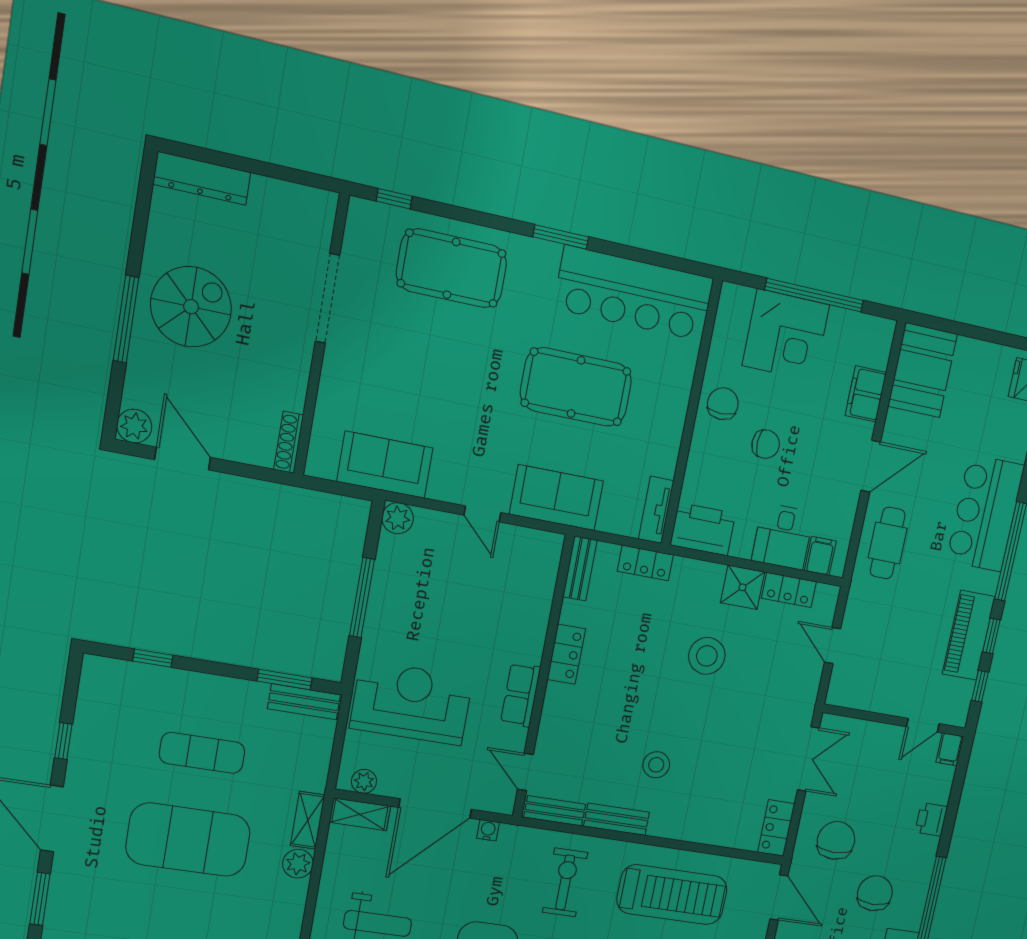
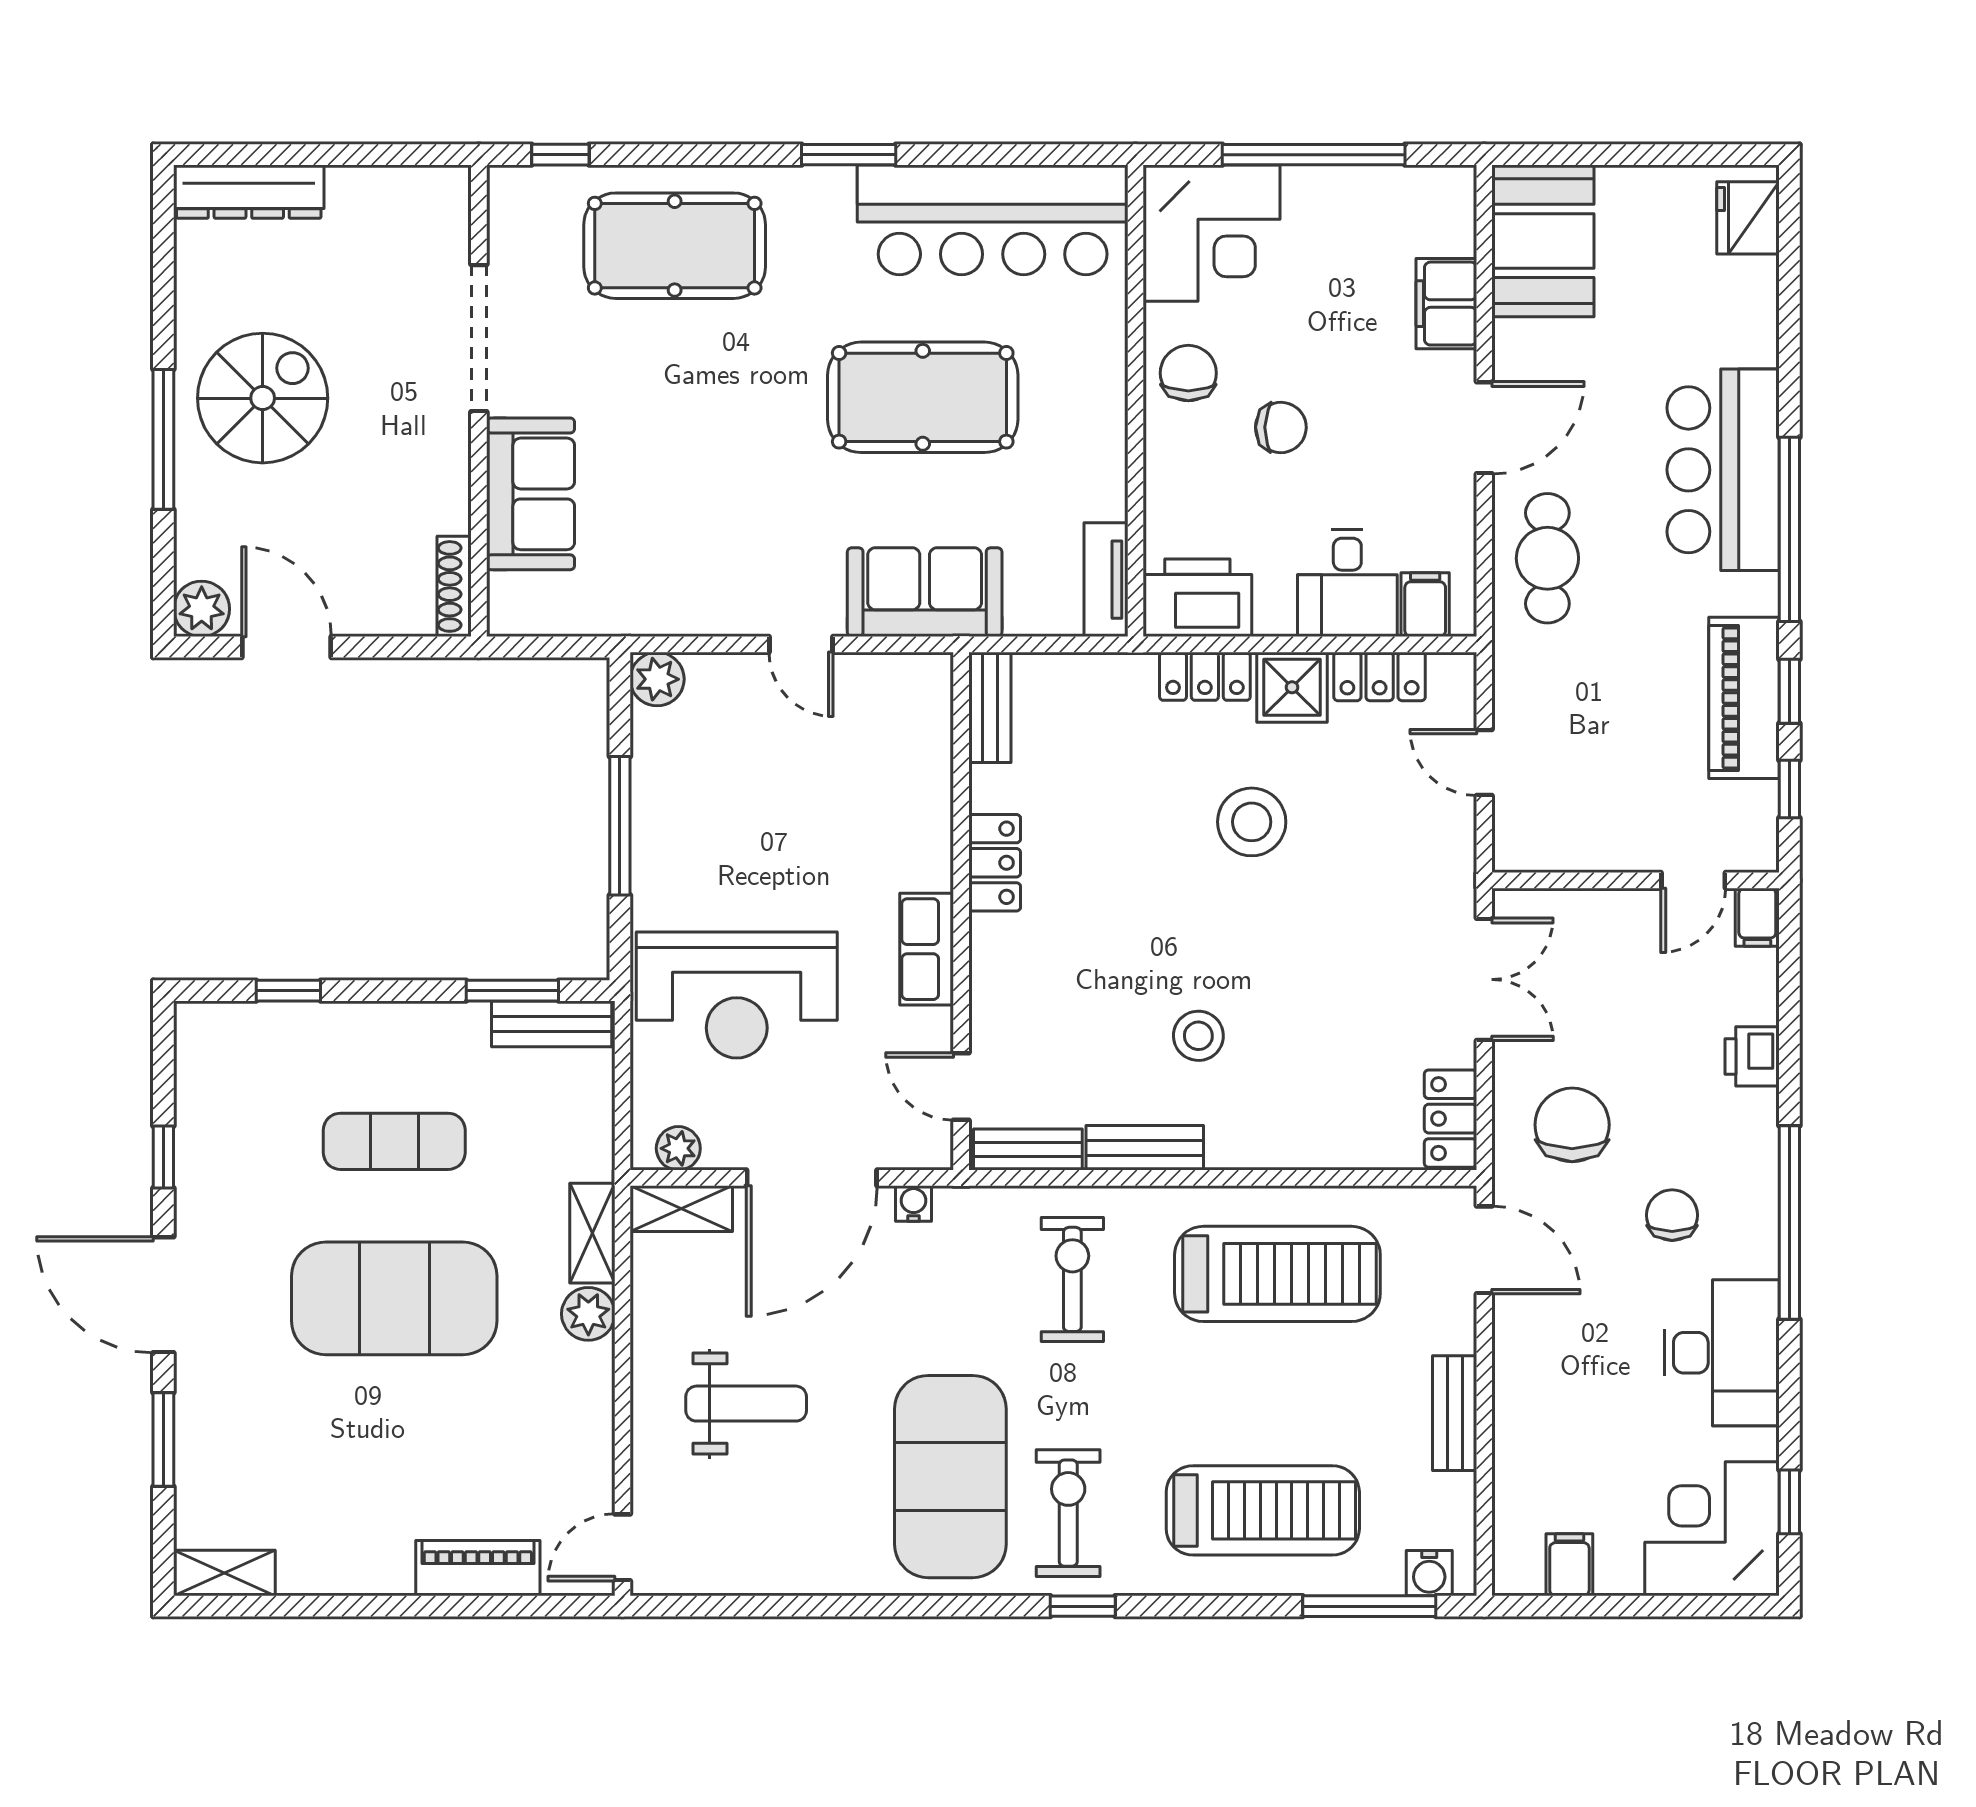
corner desk: (786, 335) -> (1211, 233), moved
sofa: (385, 465) -> (531, 494), moved, turned 90
locker: (645, 563) -> (1205, 676), moved
reception desk: (411, 703) -> (737, 995), turned 180
chair: (875, 893) -> (1672, 1215), width x0.73, depth x0.73

